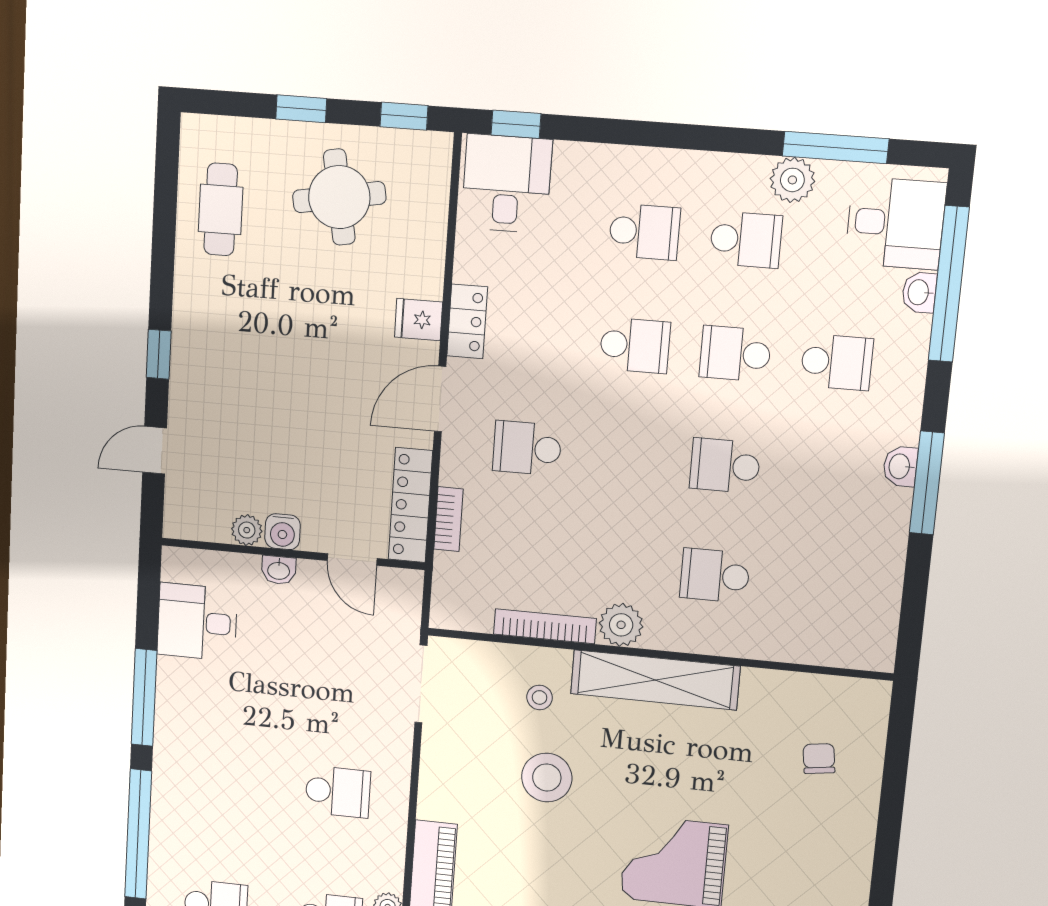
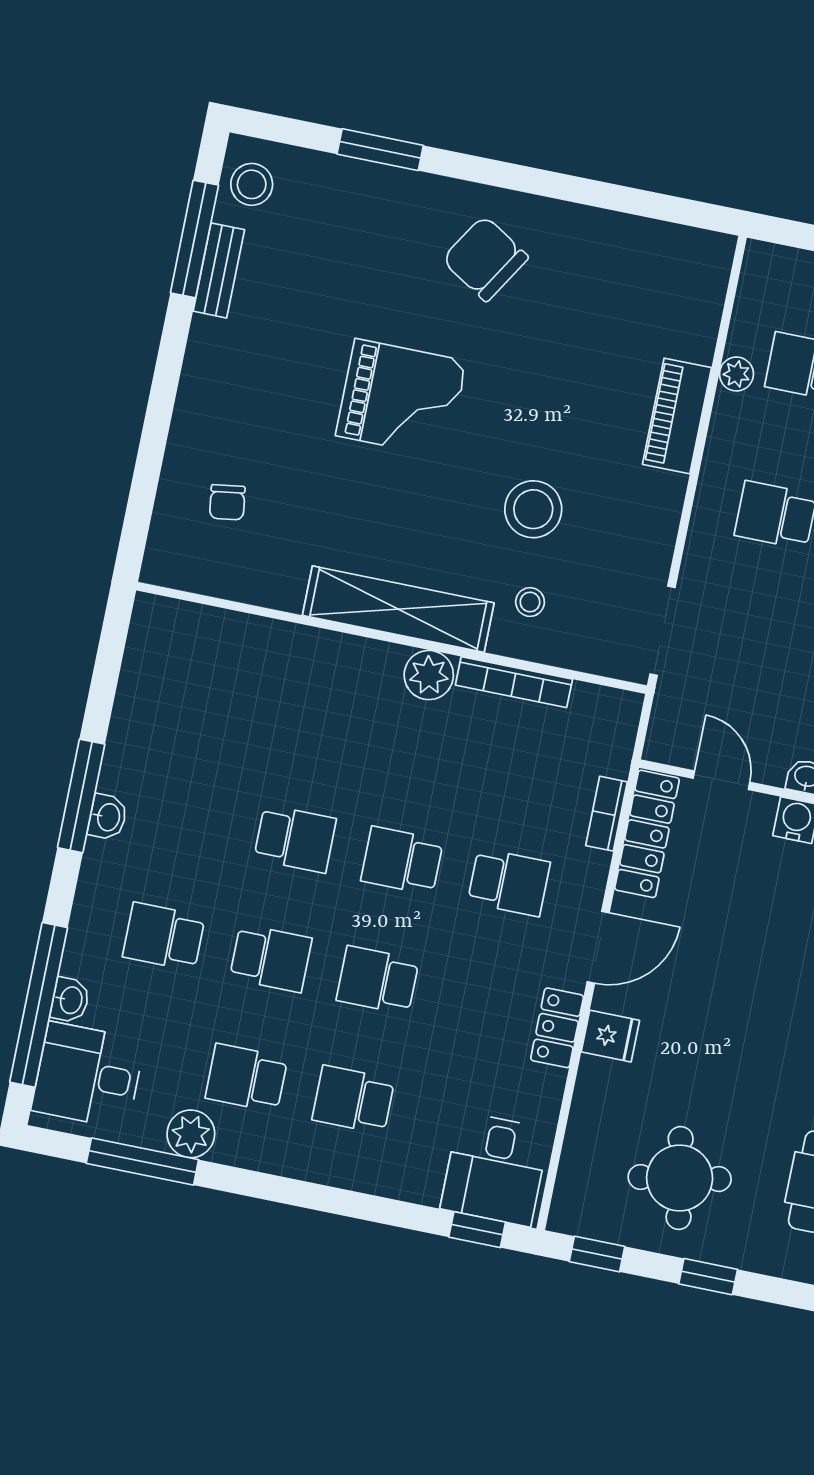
school desk: (715, 576) -> (402, 861), moved, turned 180

